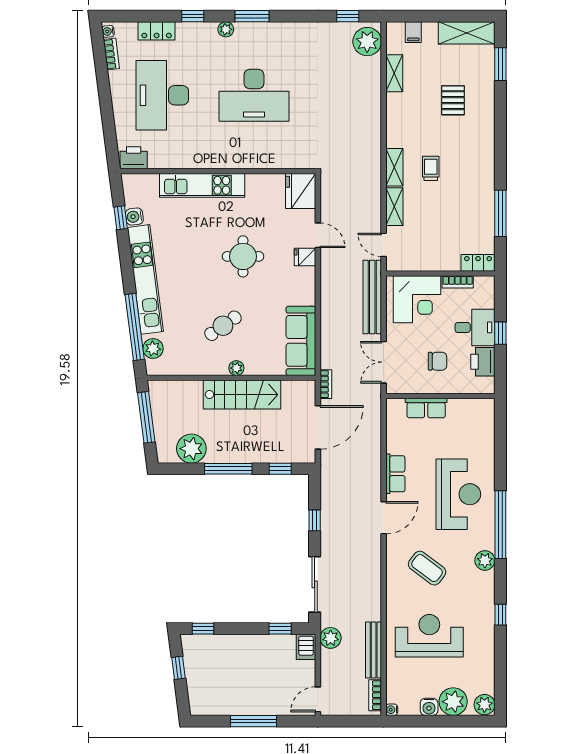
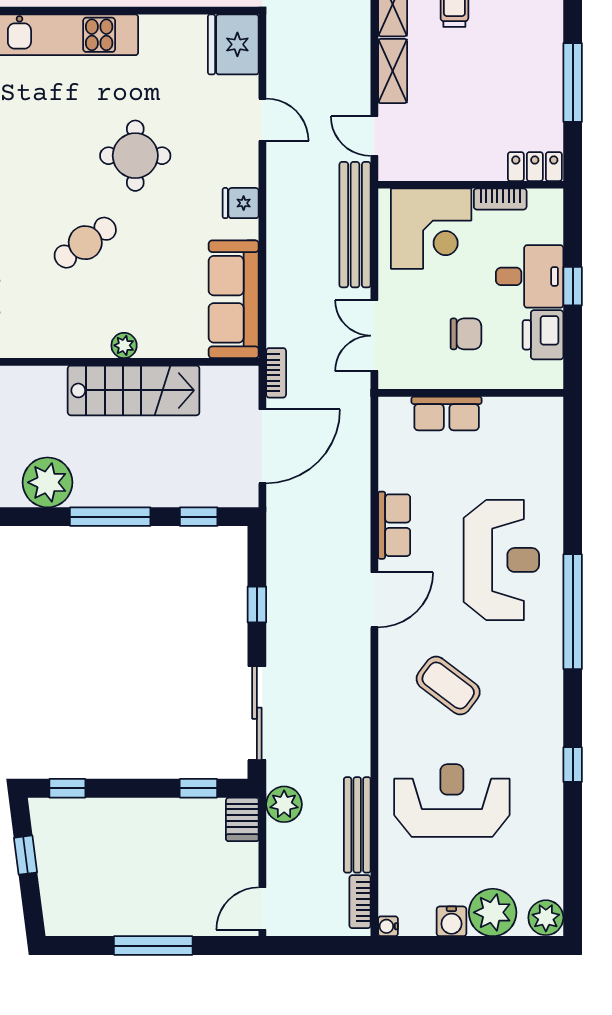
fridge: (305, 257) -> (241, 203), moved
cafe table: (223, 326) -> (85, 243), moved
plant: (485, 560) -> (546, 673), removed

